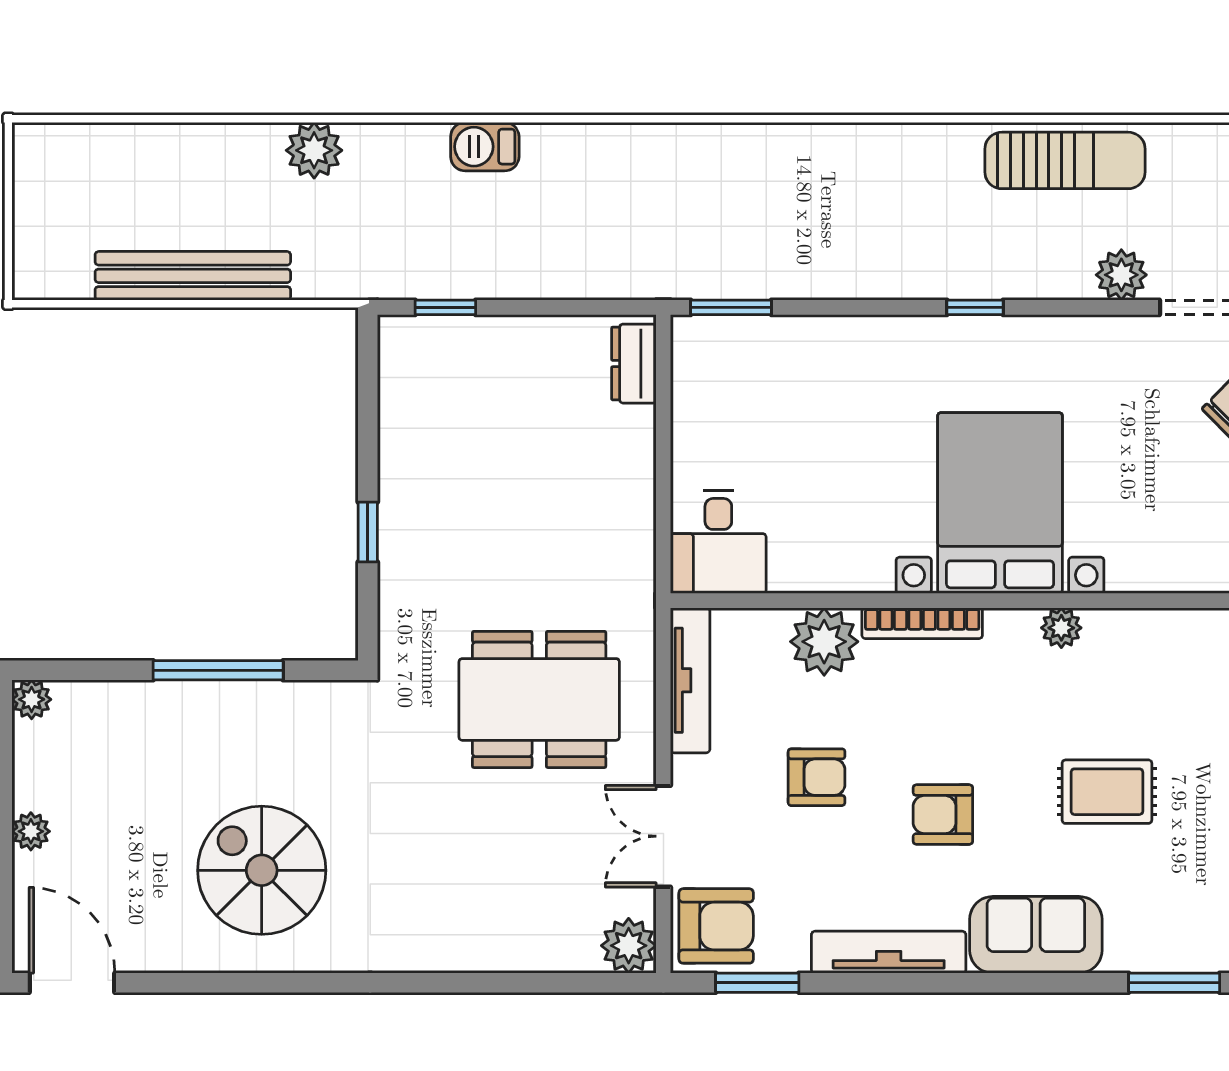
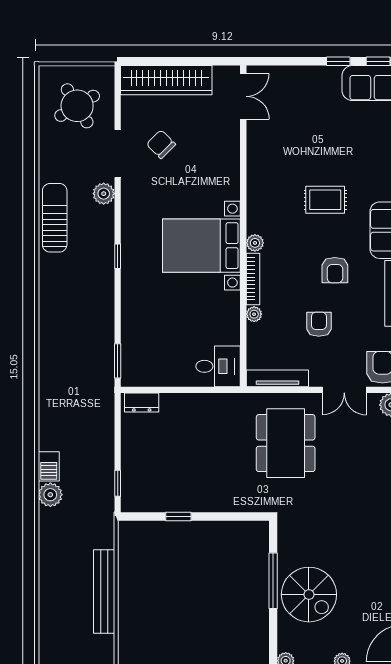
plant: (314, 150) -> (50, 495), moved
window: (368, 532) -> (178, 517), moved
plant: (1061, 628) -> (255, 243), moved
plant: (824, 642) -> (254, 314), width x0.53, depth x0.53
rug: (1107, 792) -> (325, 200), turned 90
spiral stairs: (262, 870) -> (309, 595), moved, turned -90

